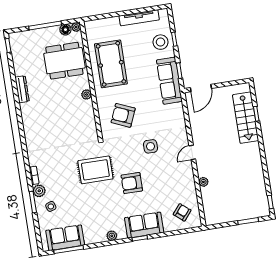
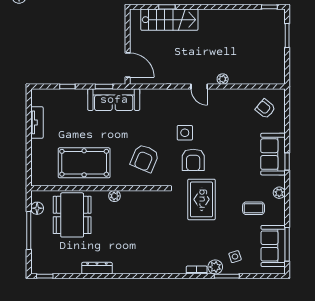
tv unit: (139, 18) -> (37, 122), width x0.71
plant: (76, 27) -> (36, 196), removed
stool: (160, 42) -> (68, 103), removed
plant: (203, 182) -> (223, 79), moved
armchair: (132, 183) -> (193, 160), moved
coffee table: (95, 216) -> (254, 208), added

